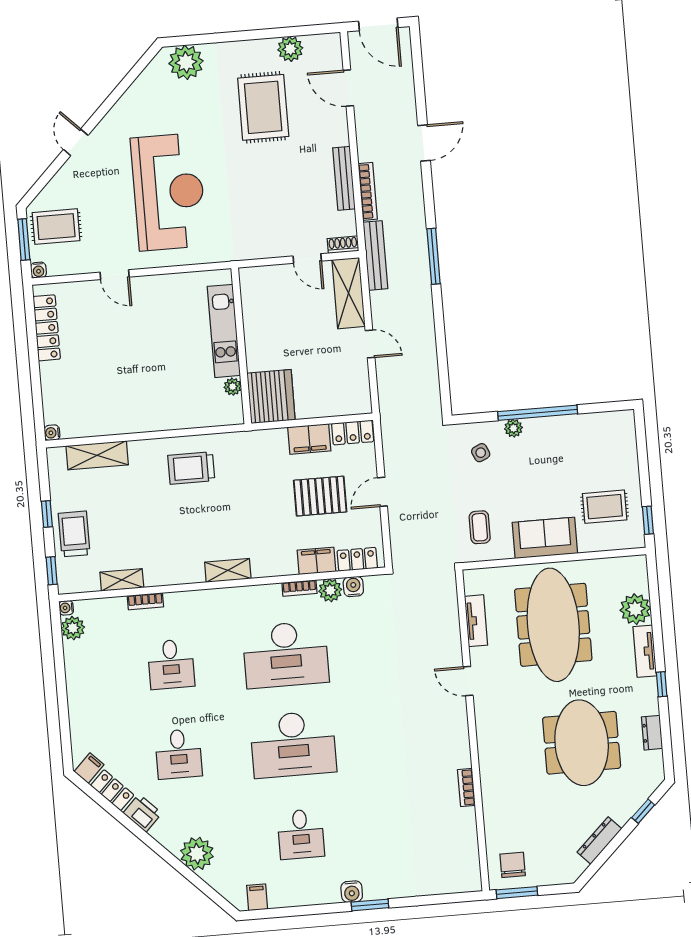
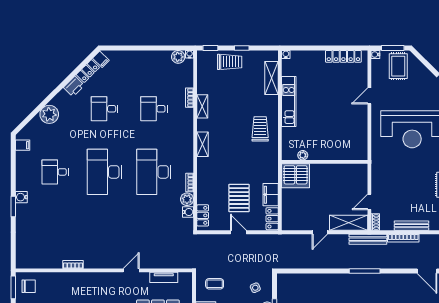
kitchen unit: (224, 331) -> (289, 102), moved, turned 90
filing cabinet: (316, 561) -> (204, 193), removed
shelving: (122, 580) -> (202, 106), moved

